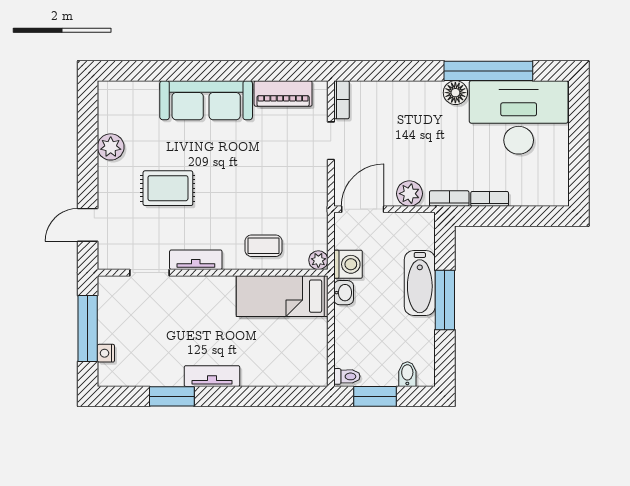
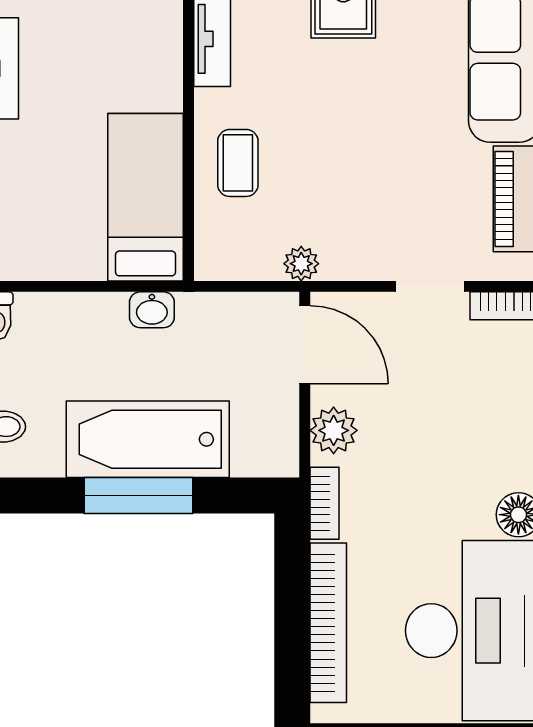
bookcase: (490, 199) -> (328, 623), width x2.31, depth x1.31
plant: (318, 260) -> (301, 264), moved
washing machine: (348, 264) -> (204, 318), removed
bathtub: (420, 283) -> (148, 439), width x1.36, depth x1.36

